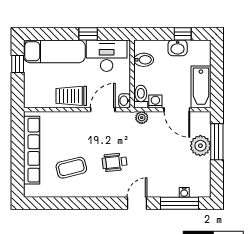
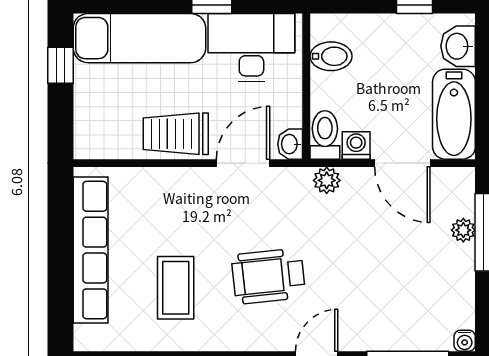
washbasin: (178, 48) -> (458, 46), moved, turned 90
plant: (200, 146) -> (463, 230), width x0.53, depth x0.53
wheelchair: (115, 162) -> (268, 276), width x1.36, depth x1.37
coffee table: (71, 168) -> (176, 288), turned -76
water cooler: (184, 192) -> (465, 341), moved

